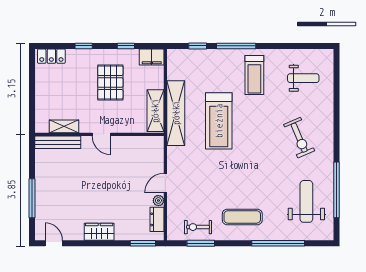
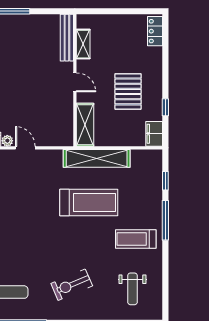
window: (84, 46) -> (165, 64), removed
pallet: (110, 83) -> (128, 91), turned 90
shelving: (155, 111) -> (85, 125), moved, turned 90
treadmill: (219, 121) -> (89, 202), turned 180
door: (101, 134) -> (75, 82), swing flipped

